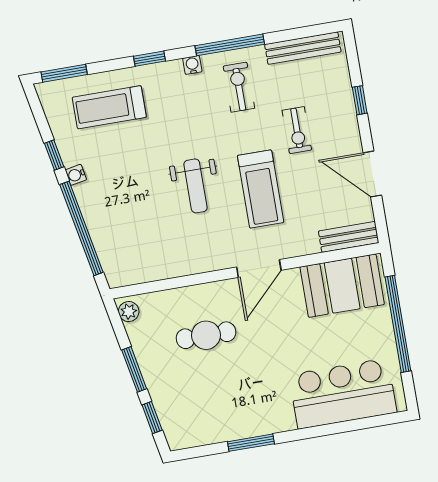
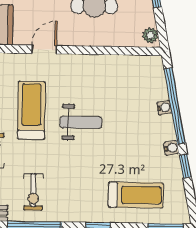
water cooler: (192, 65) -> (164, 108), moved, turned -101
weight bench: (195, 186) -> (81, 122), turned 90
door: (259, 269) -> (44, 50), width x0.73

